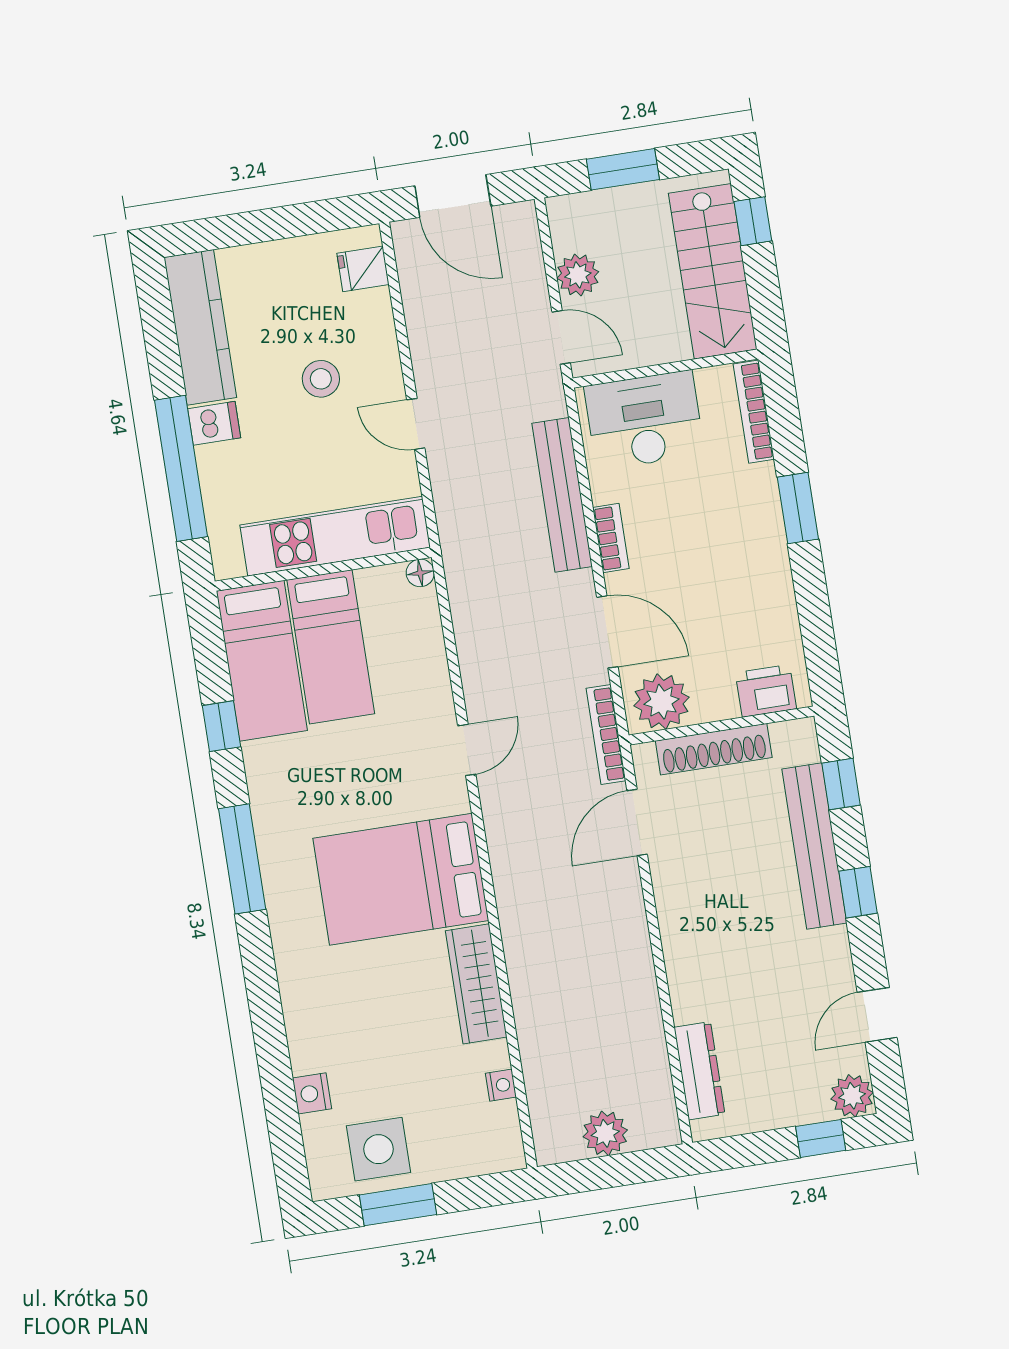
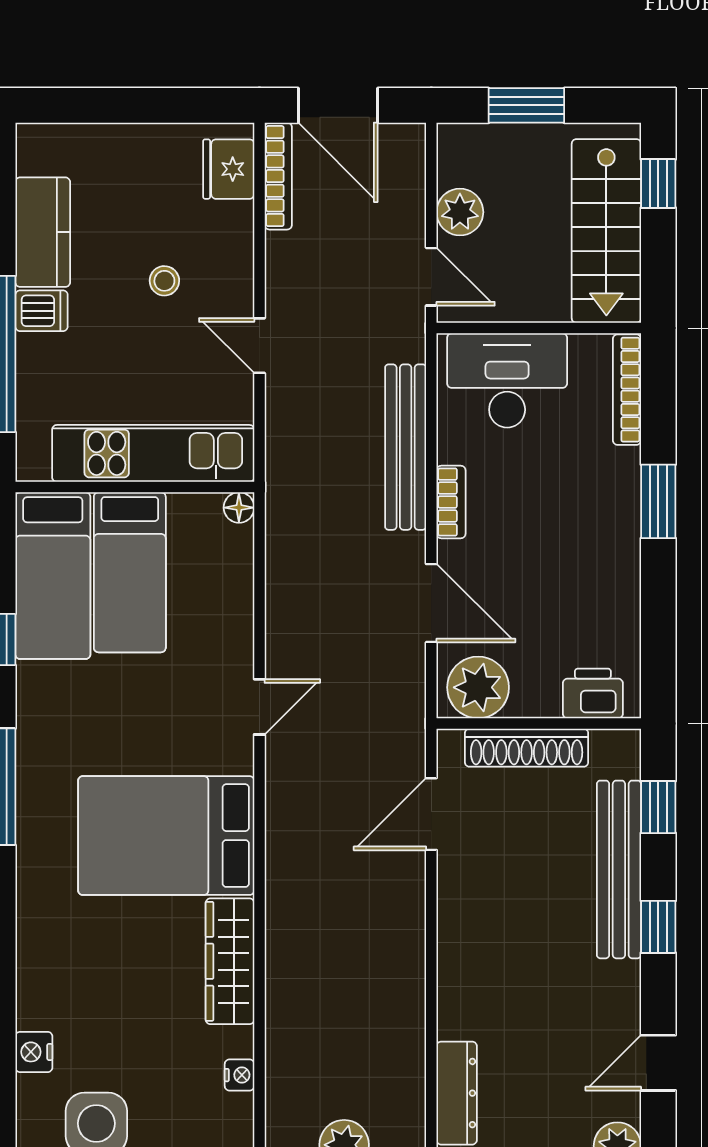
fridge: (363, 269) -> (229, 169), width x1.38
kitchen counter: (200, 327) -> (43, 232), width x0.67
stool: (321, 379) -> (164, 281), width x0.73, depth x0.73
bookcase: (606, 734) -> (278, 176), moved, turned 180

